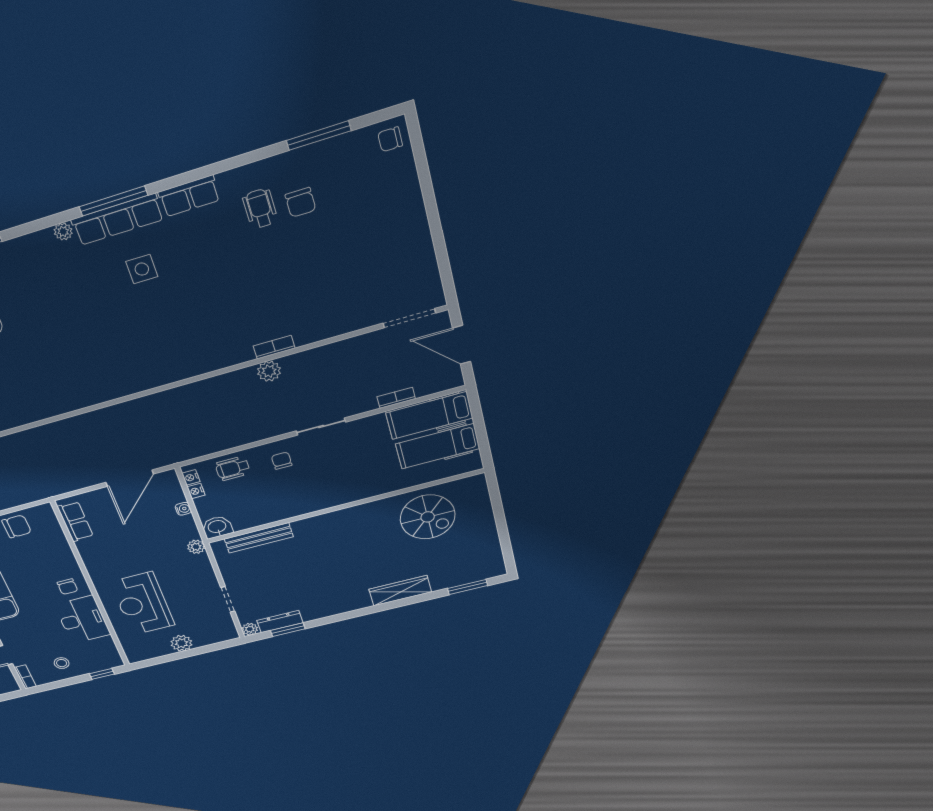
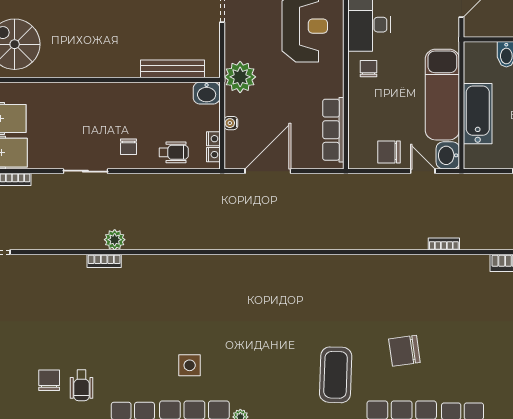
row of seats: (75, 522) -> (333, 130), width x1.48
plant: (196, 547) -> (240, 77), width x1.88, depth x1.88

